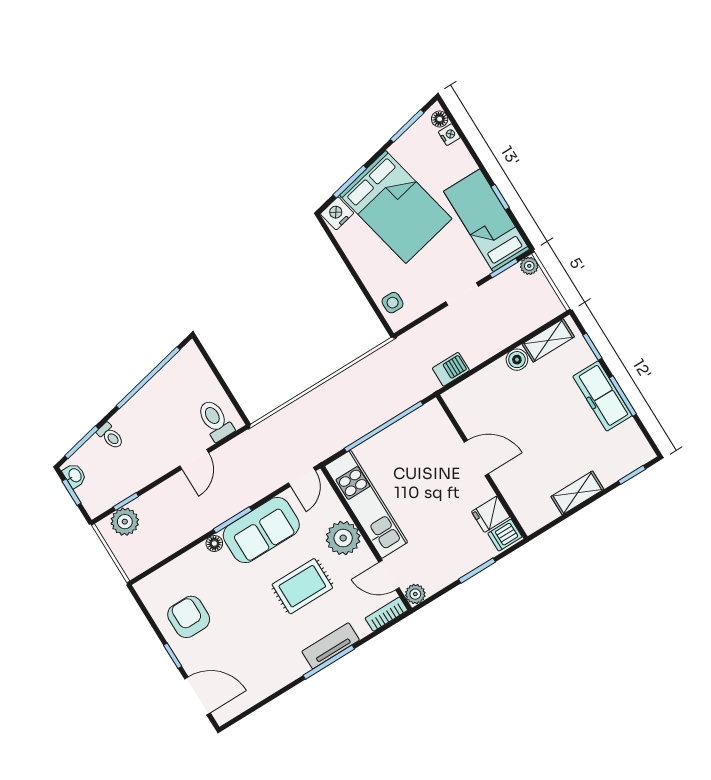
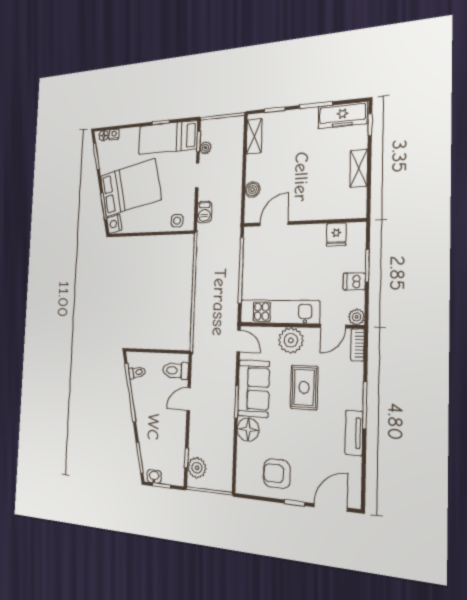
plant: (529, 266) -> (205, 148), moved
boiler: (517, 360) -> (252, 190), moved
barbecue: (451, 369) -> (204, 212), moved, turned 180
freezer: (602, 396) -> (342, 115), moved
toilet: (110, 436) -> (137, 372), moved
door: (476, 458) -> (274, 224), moved
door: (194, 459) -> (189, 399), swing flipped
dishwasher: (505, 535) -> (354, 281), moved, turned 90
floor lamp: (214, 543) -> (248, 429), width x1.89, depth x1.89
tv unit: (331, 646) -> (354, 433), moved

